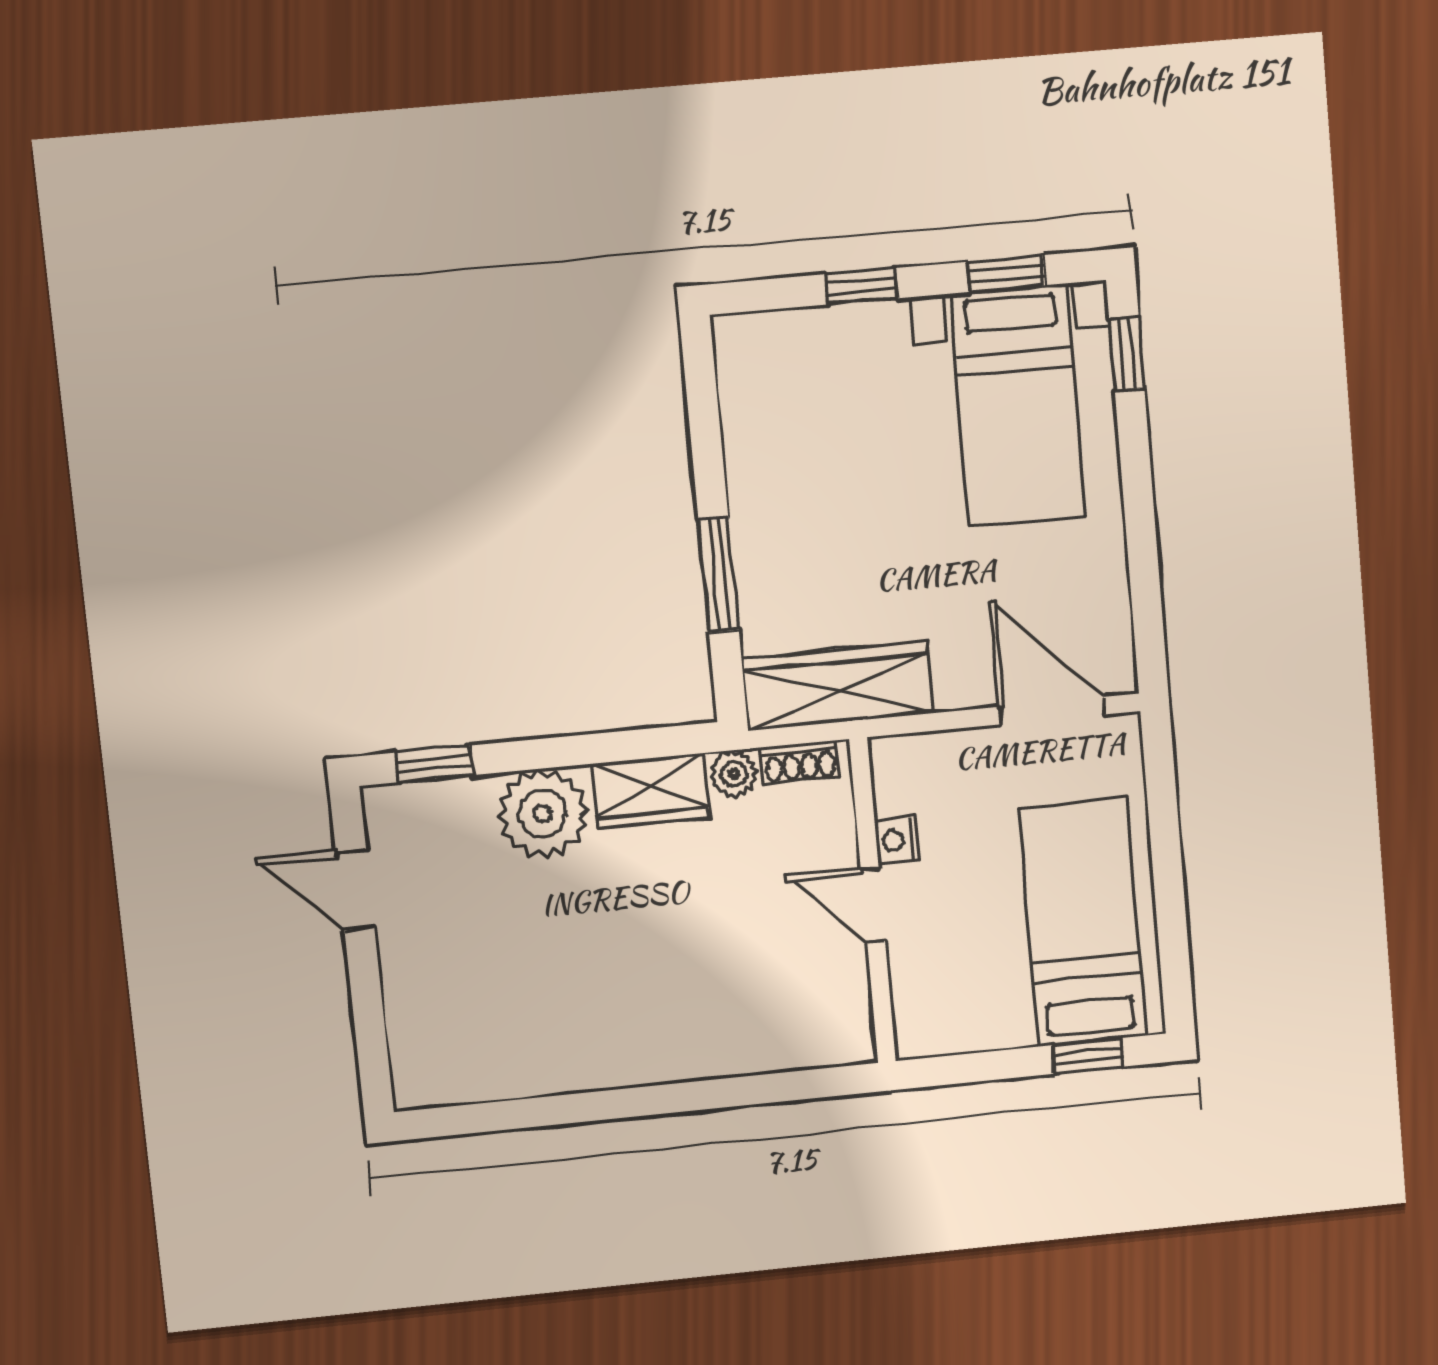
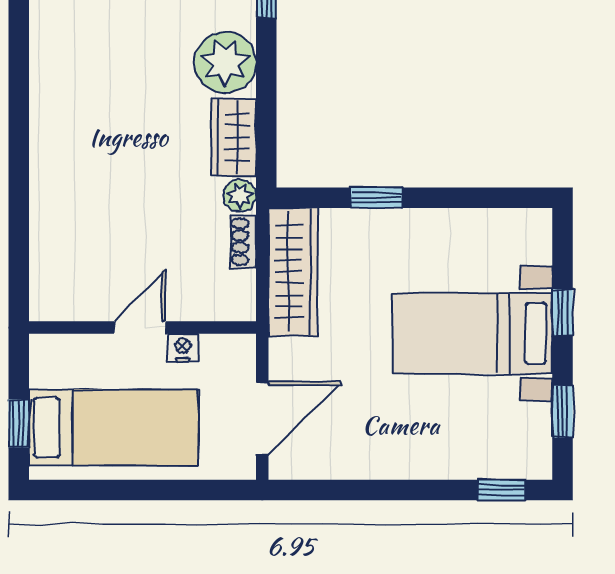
bed with nightstands: (1018, 406) -> (473, 333), moved
window: (719, 575) -> (377, 198), width x0.67
nightstand: (896, 840) -> (183, 348), moved
wall: (873, 901) -> (143, 328), moved
door: (873, 905) -> (140, 328), moved

